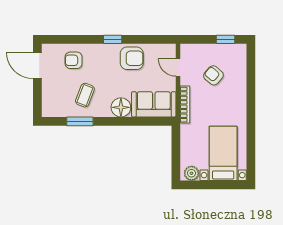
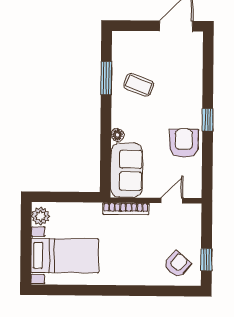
armchair: (132, 58) -> (184, 143), turned 180
armchair: (74, 60) -> (182, 71), removed
armchair: (213, 75) -> (177, 264), moved
floor lamp: (121, 107) -> (117, 135), width x0.53, depth x0.53

